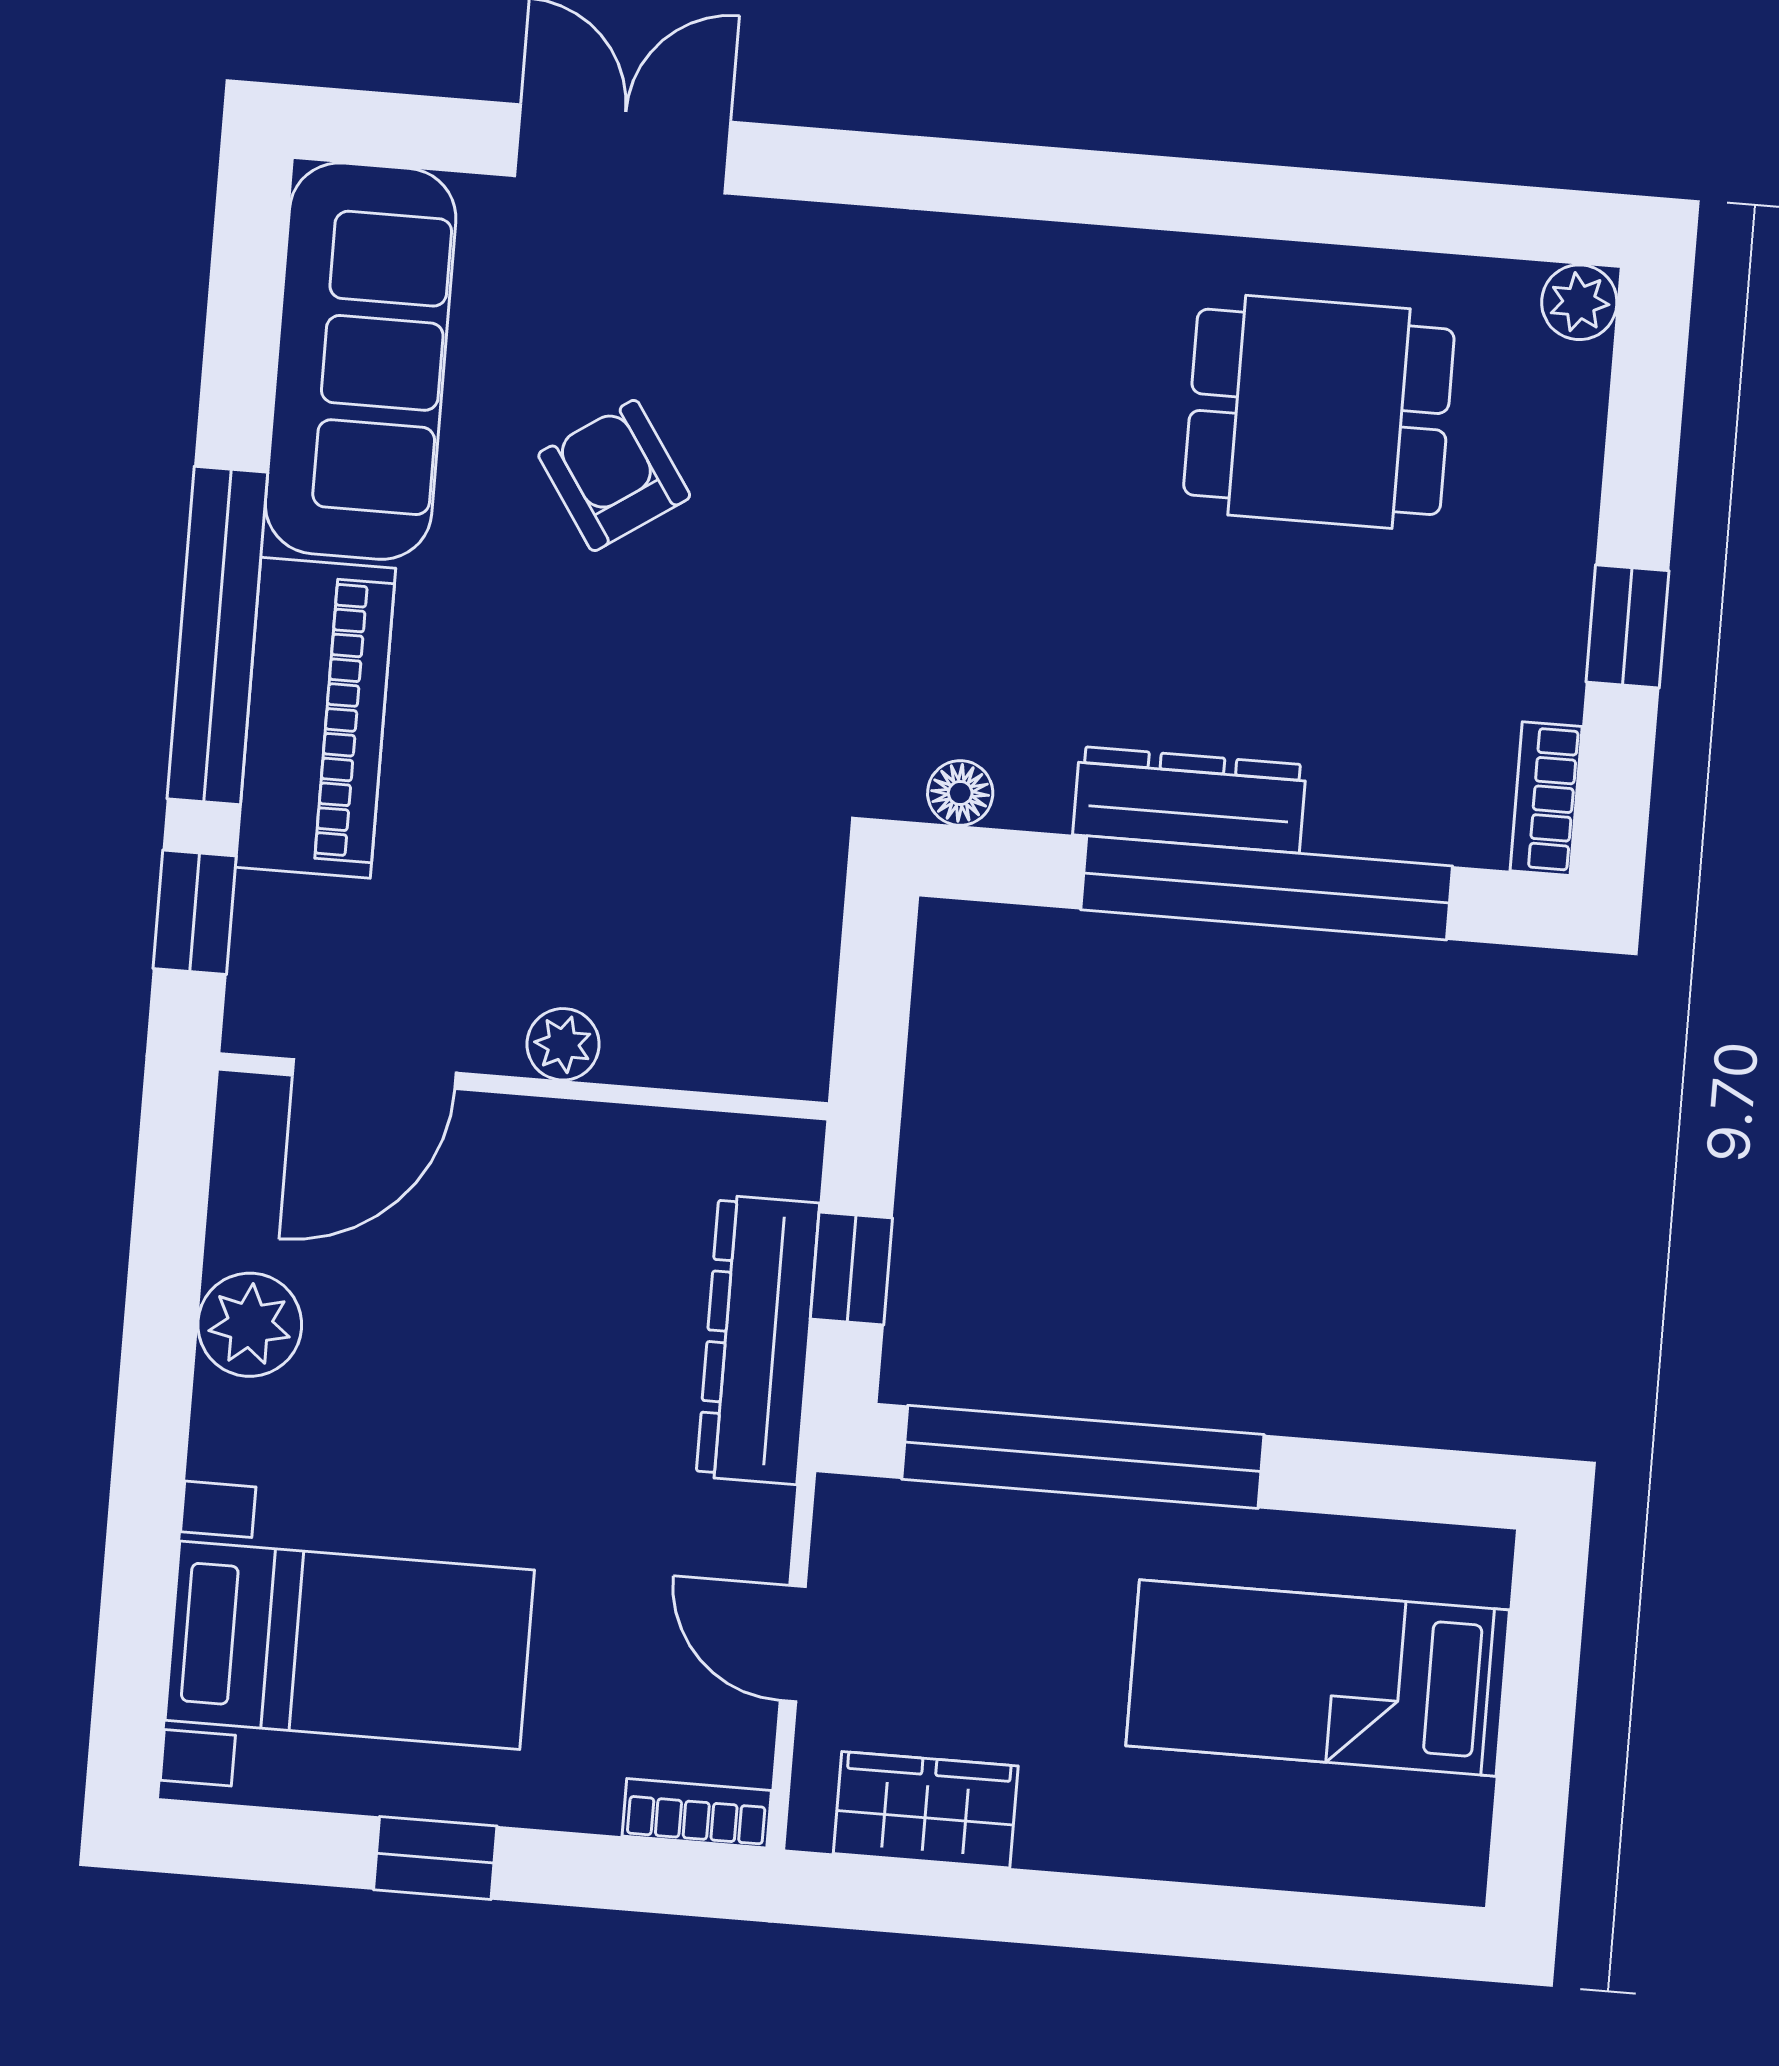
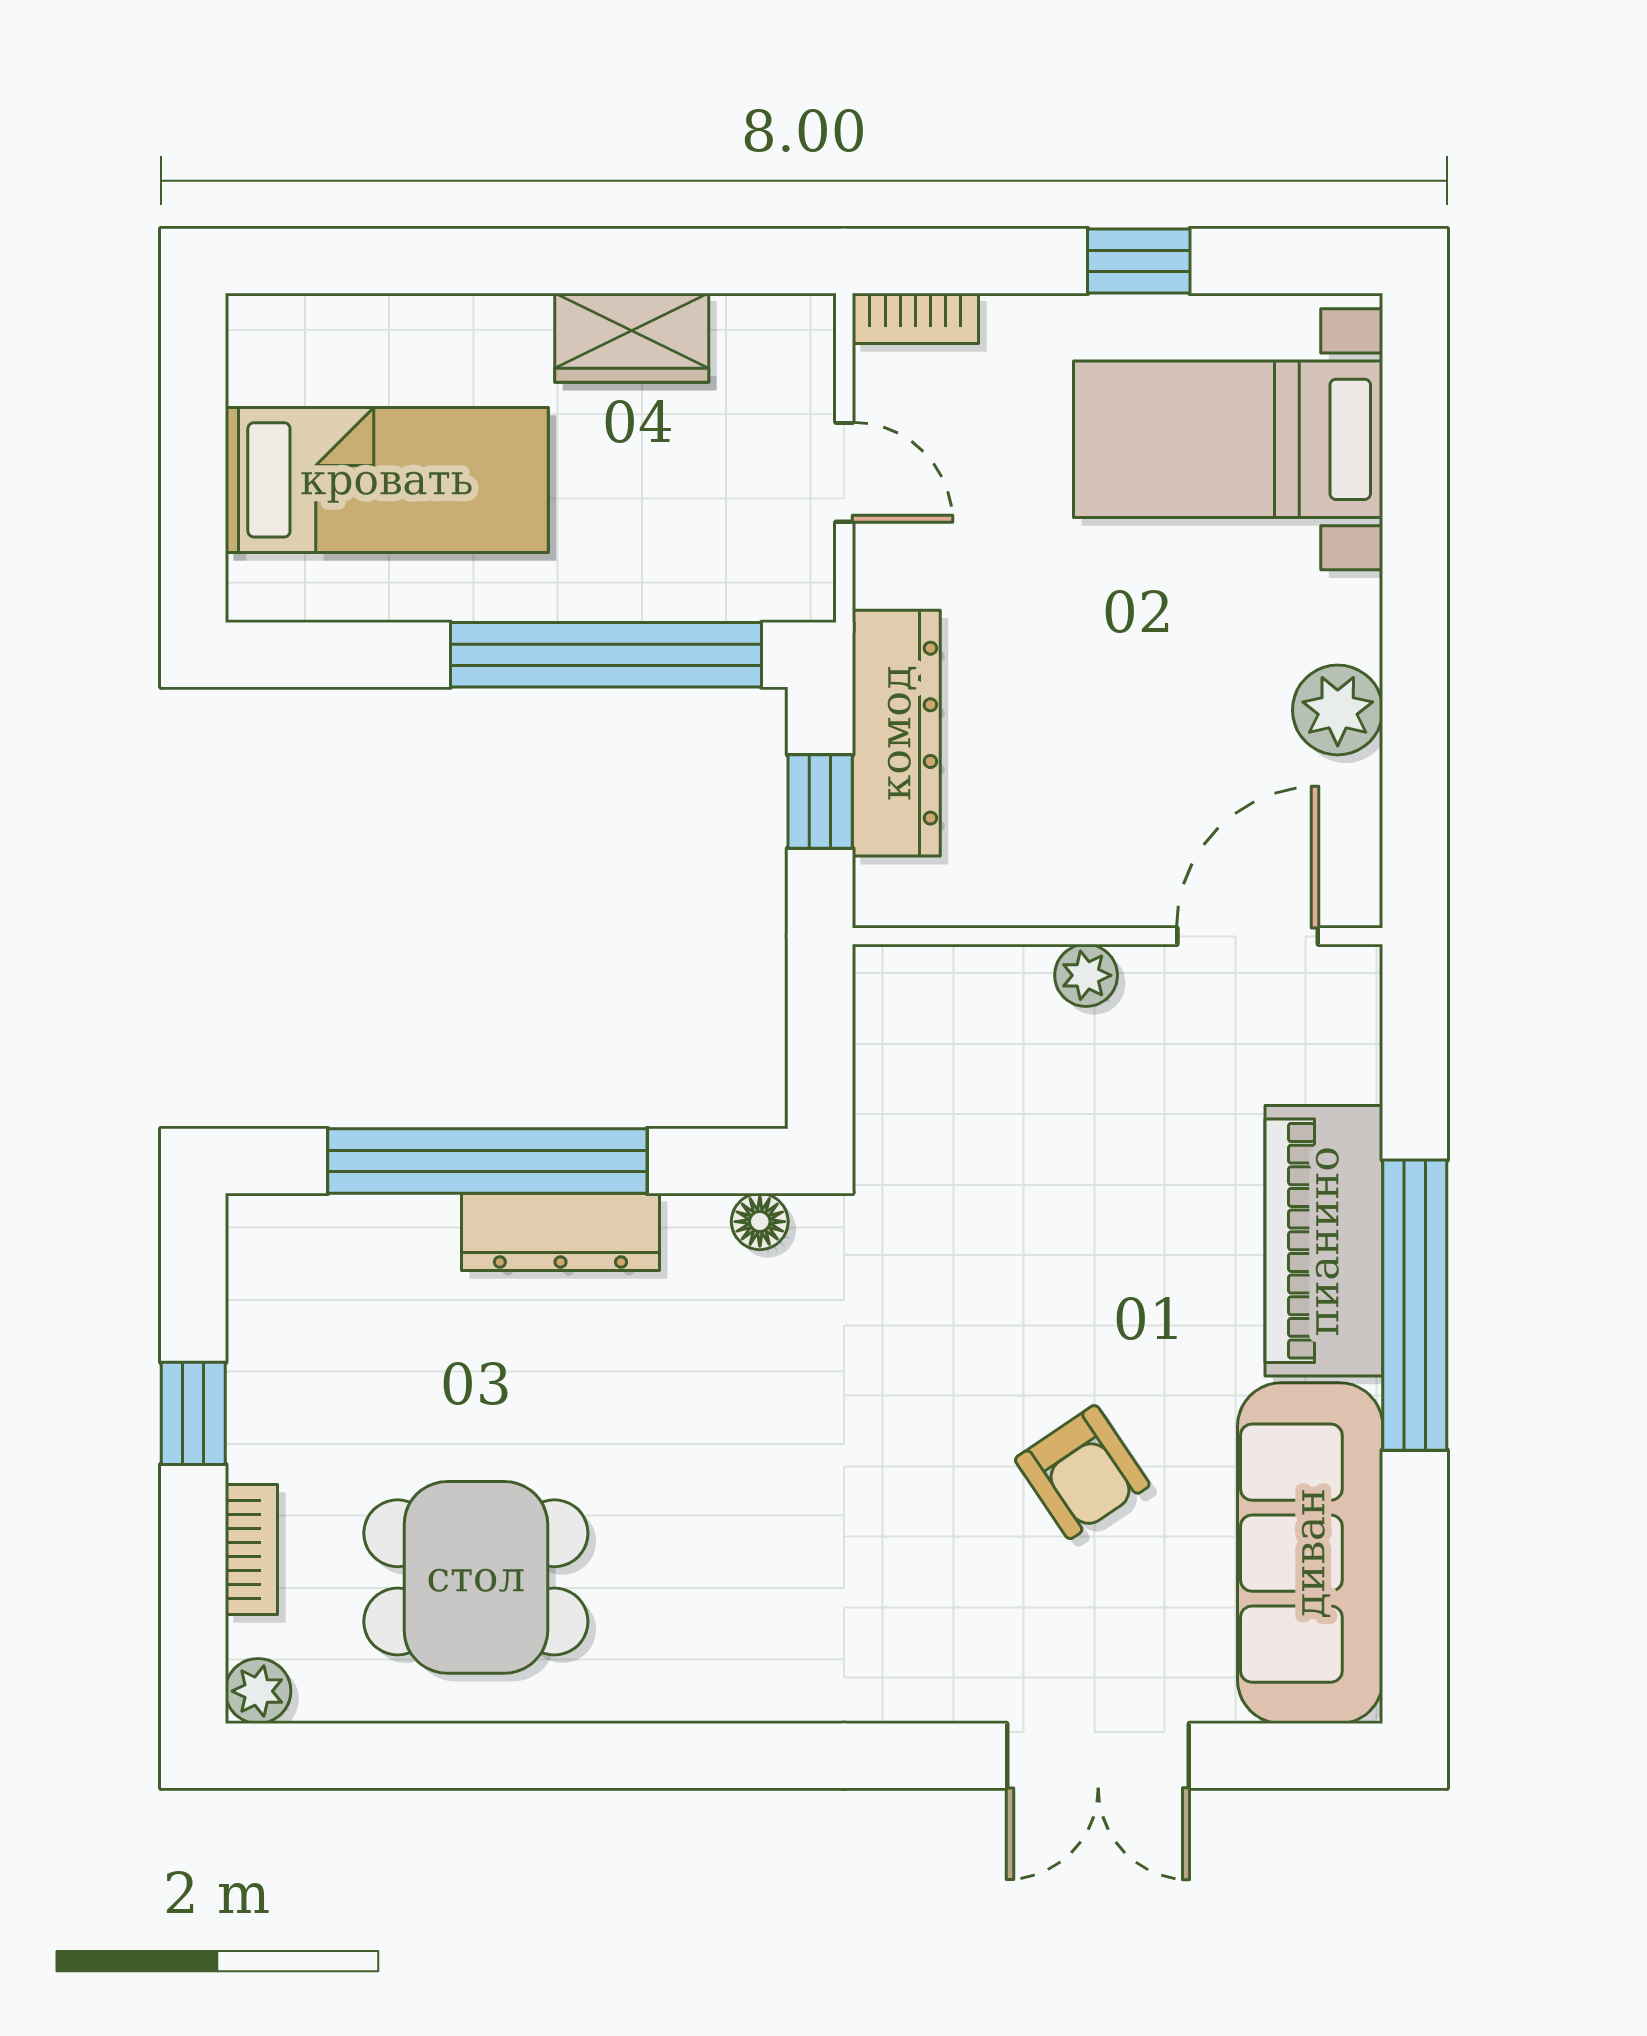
bookcase: (1546, 799) -> (251, 1550), moved
window: (195, 912) -> (1415, 1064), removed
wardrobe: (926, 1810) -> (632, 338), moved

